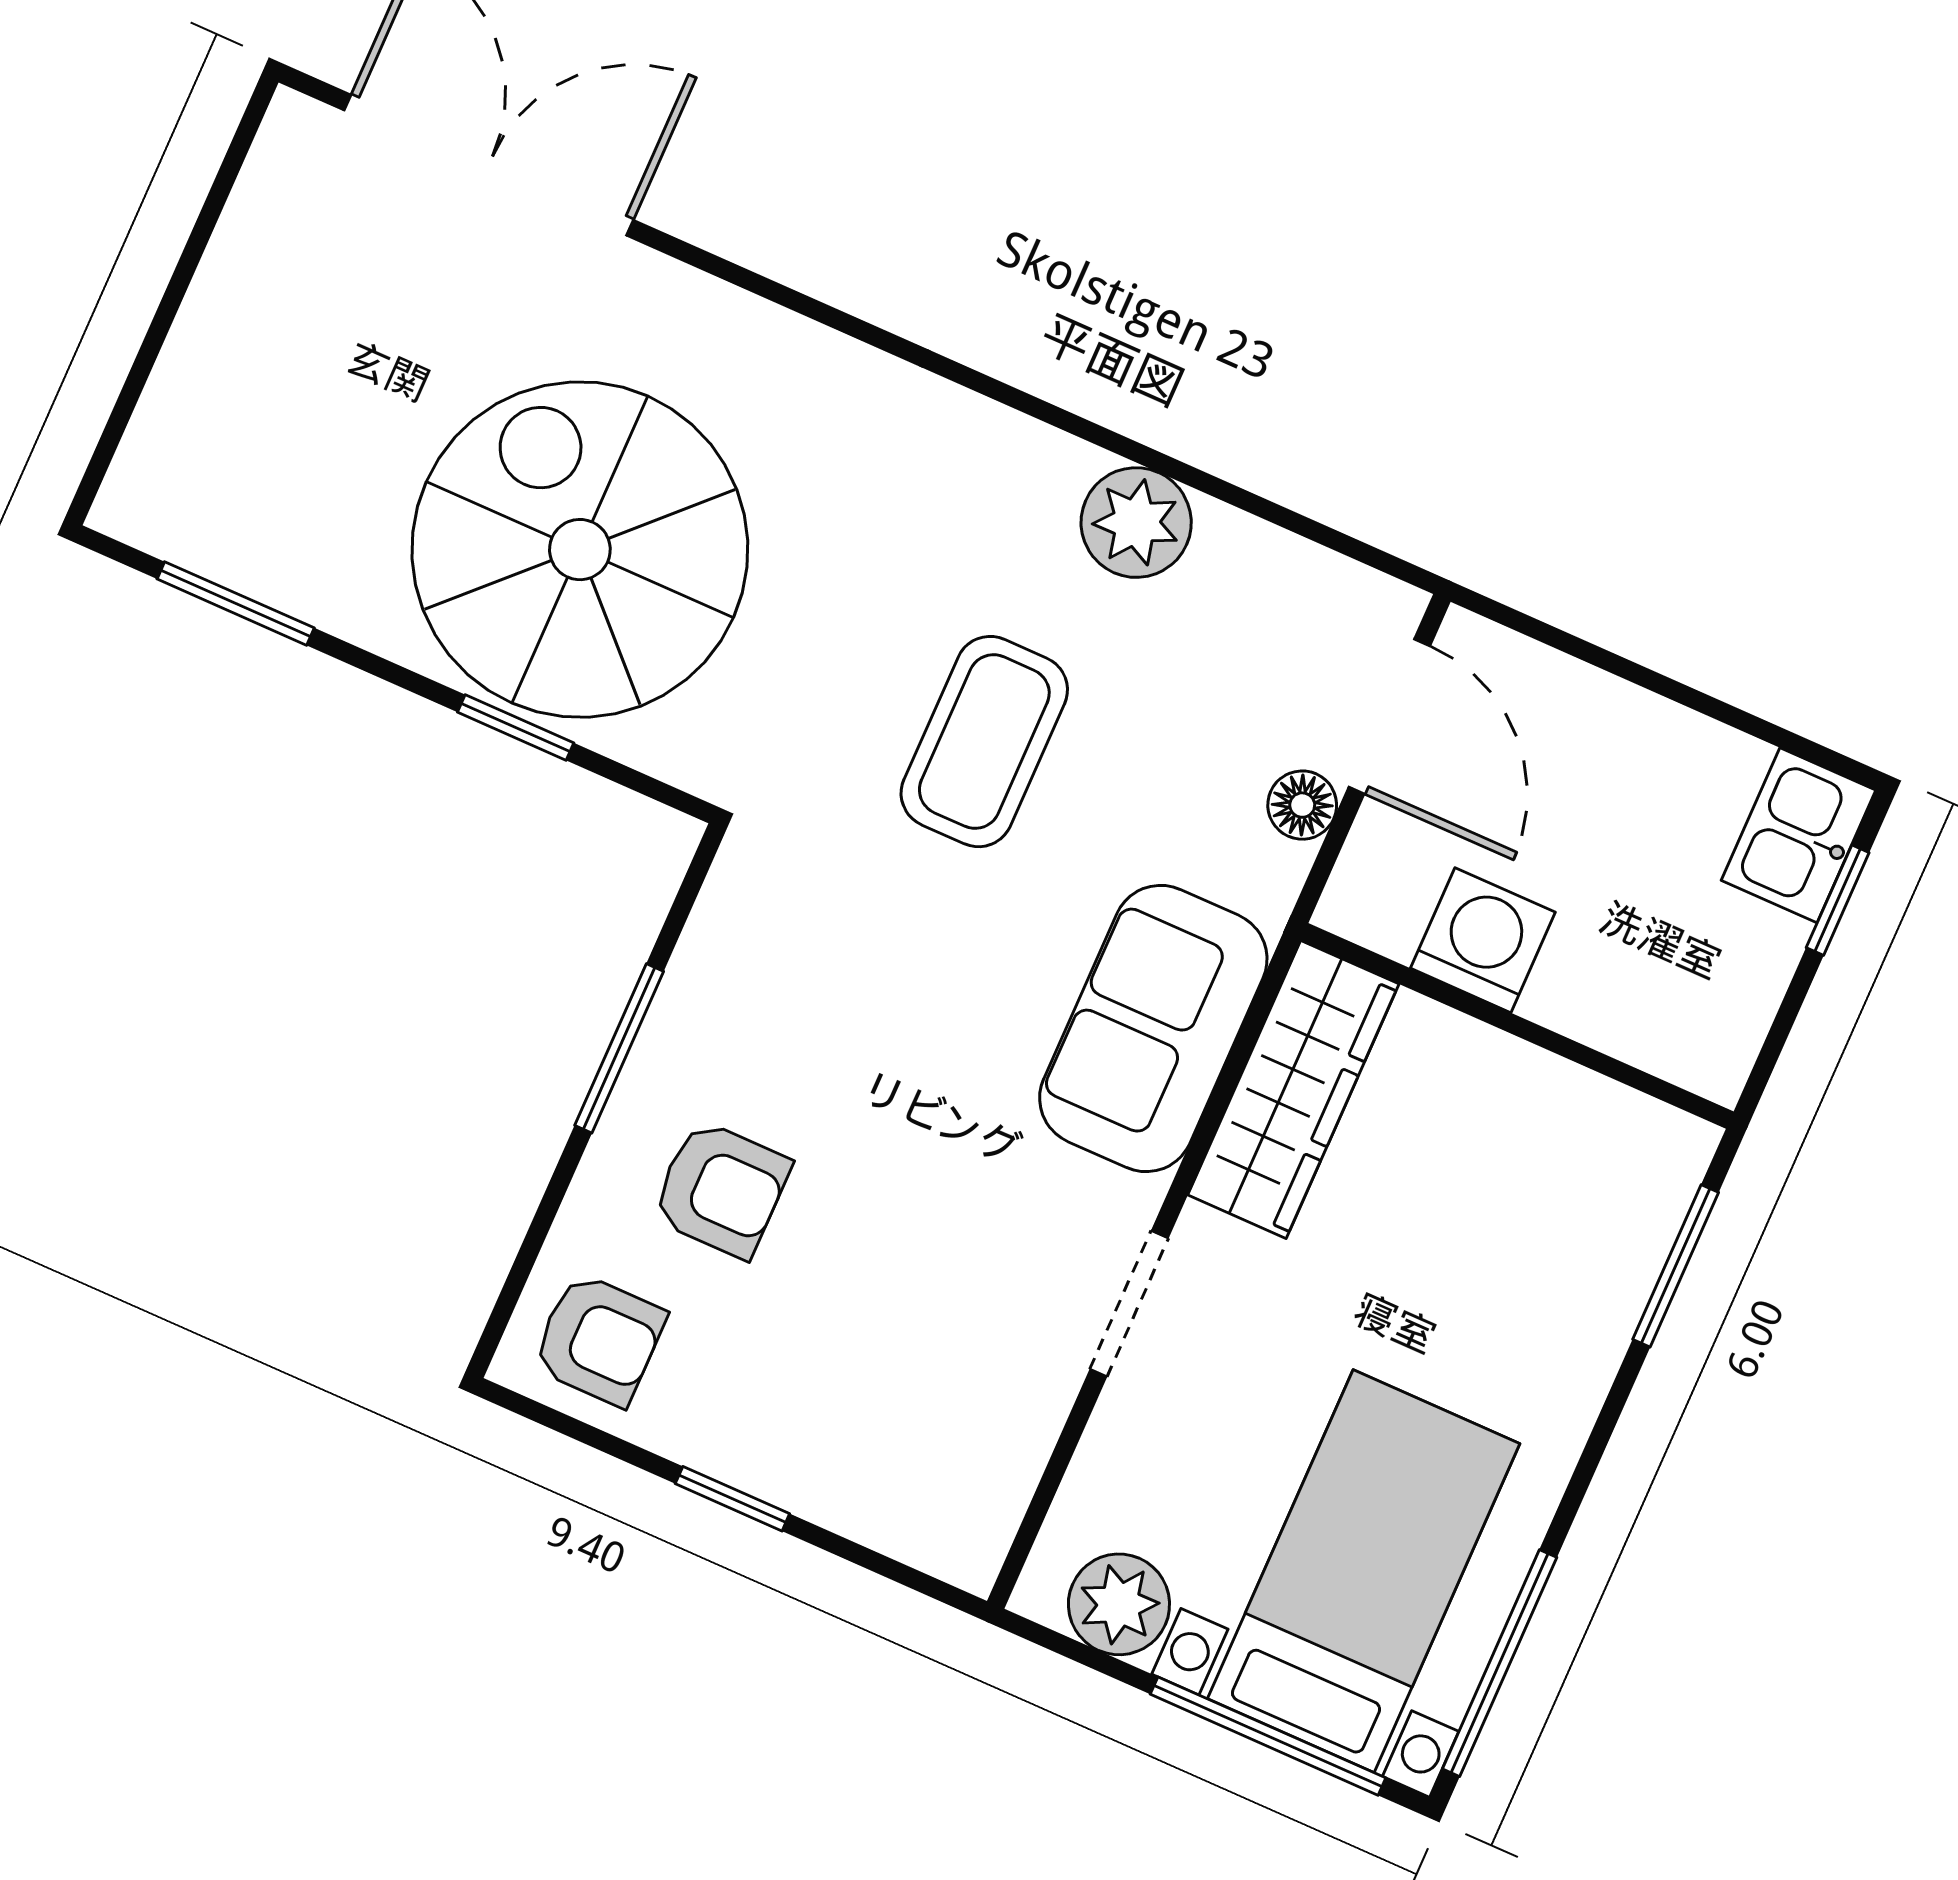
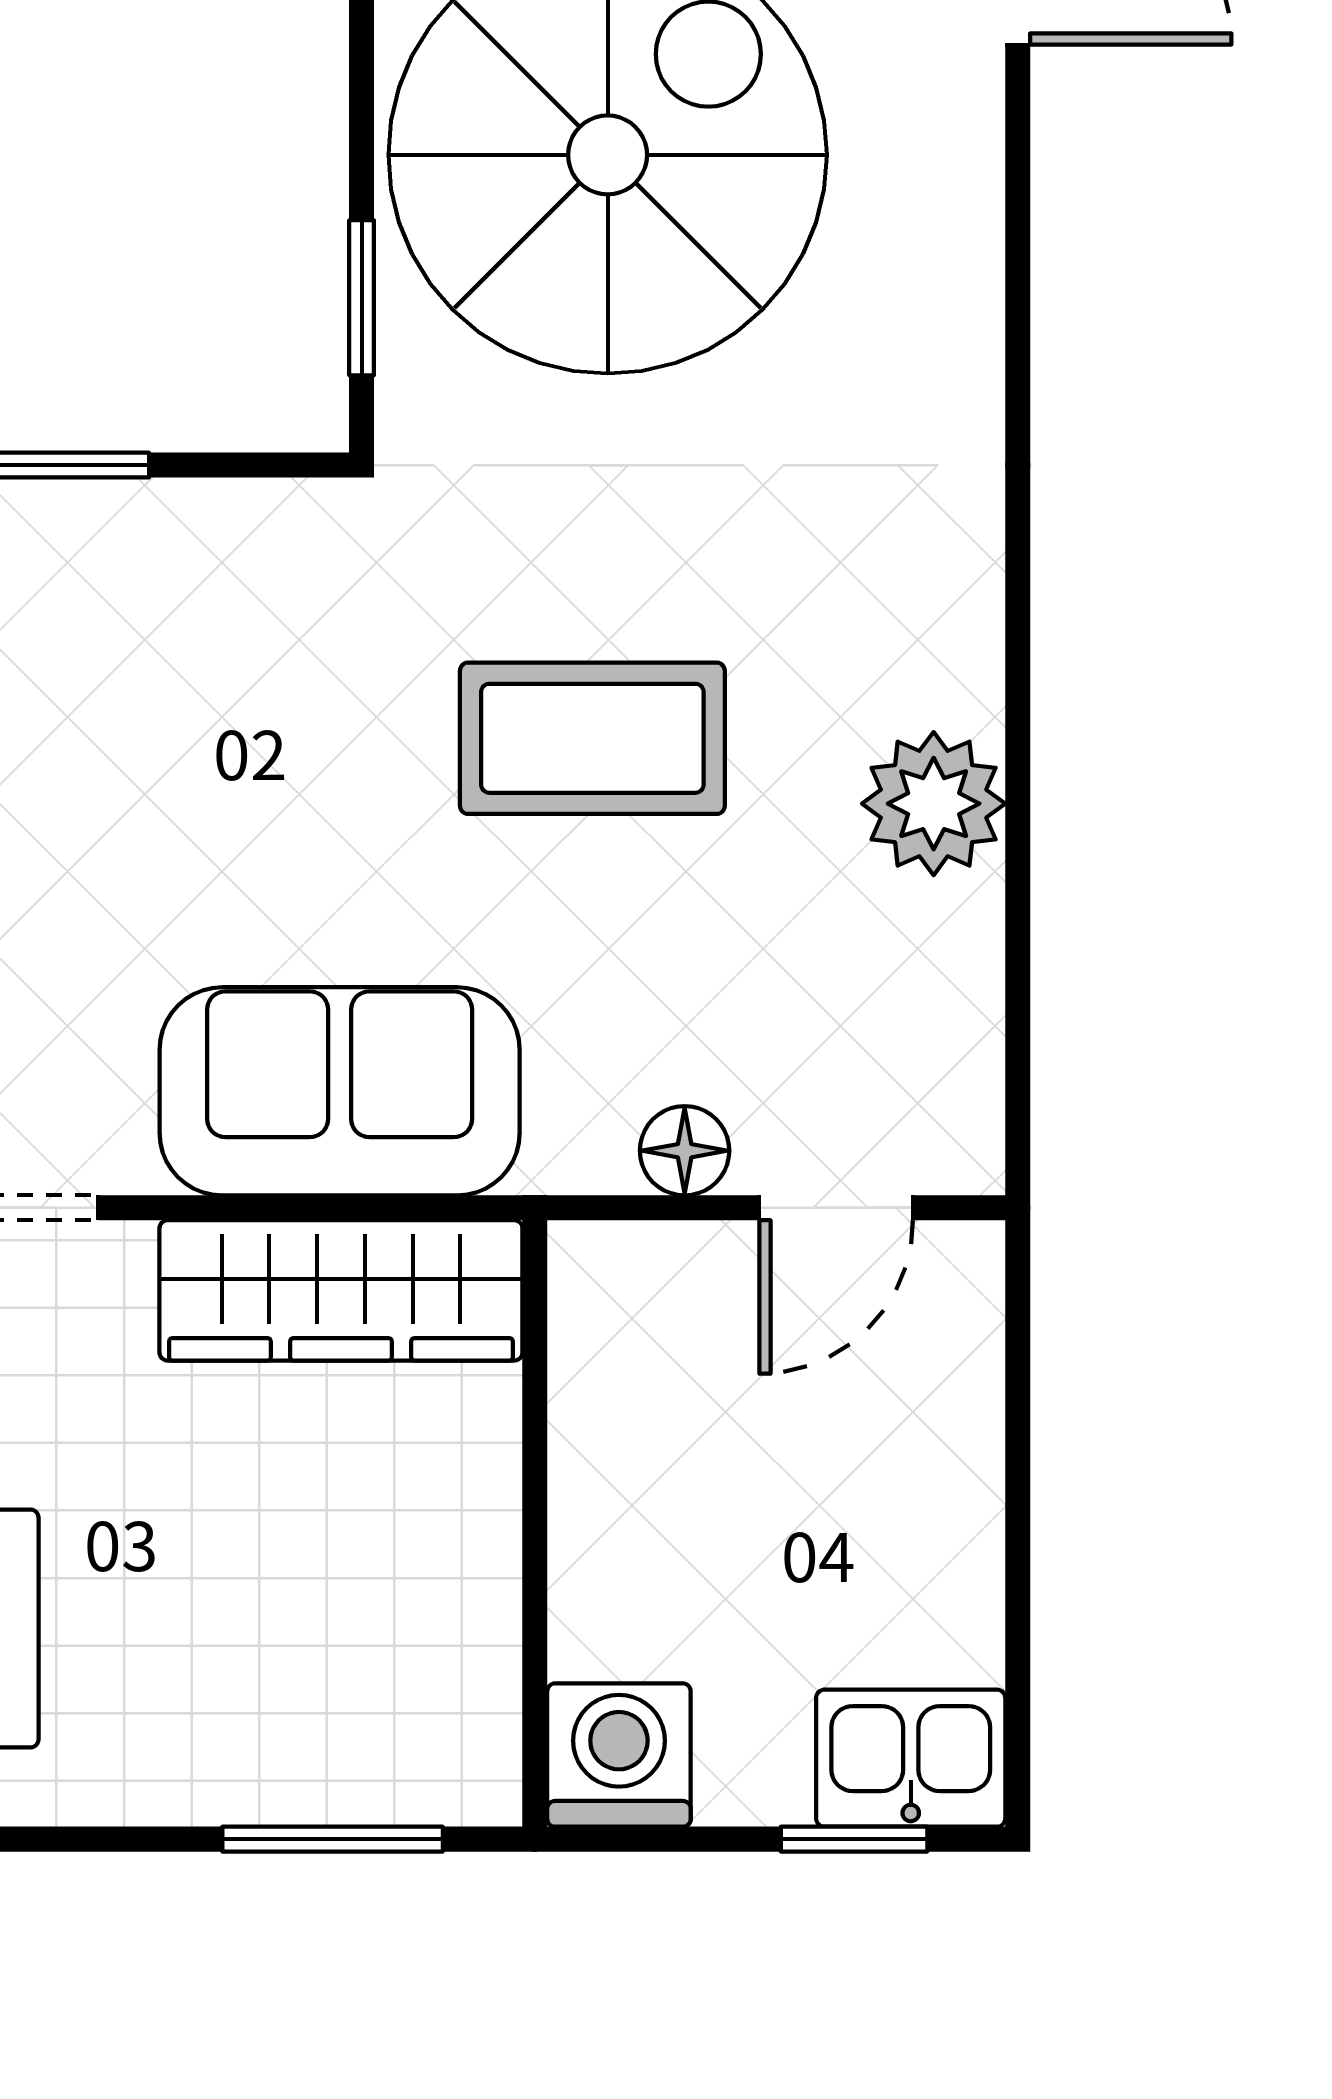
door: (1389, 716) -> (836, 1208), width x0.73
window: (516, 728) -> (362, 298), moved
washing machine: (1483, 940) -> (619, 1755), moved, turned -90

